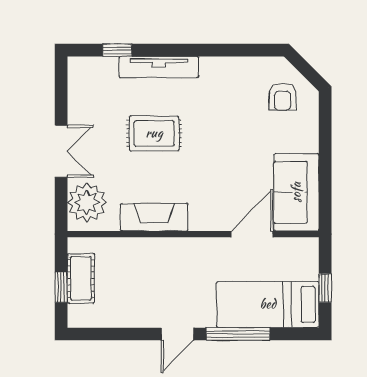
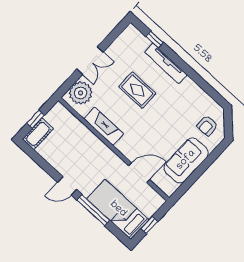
sofa: (296, 192) -> (186, 160), moved
cot: (81, 278) -> (38, 134), moved

